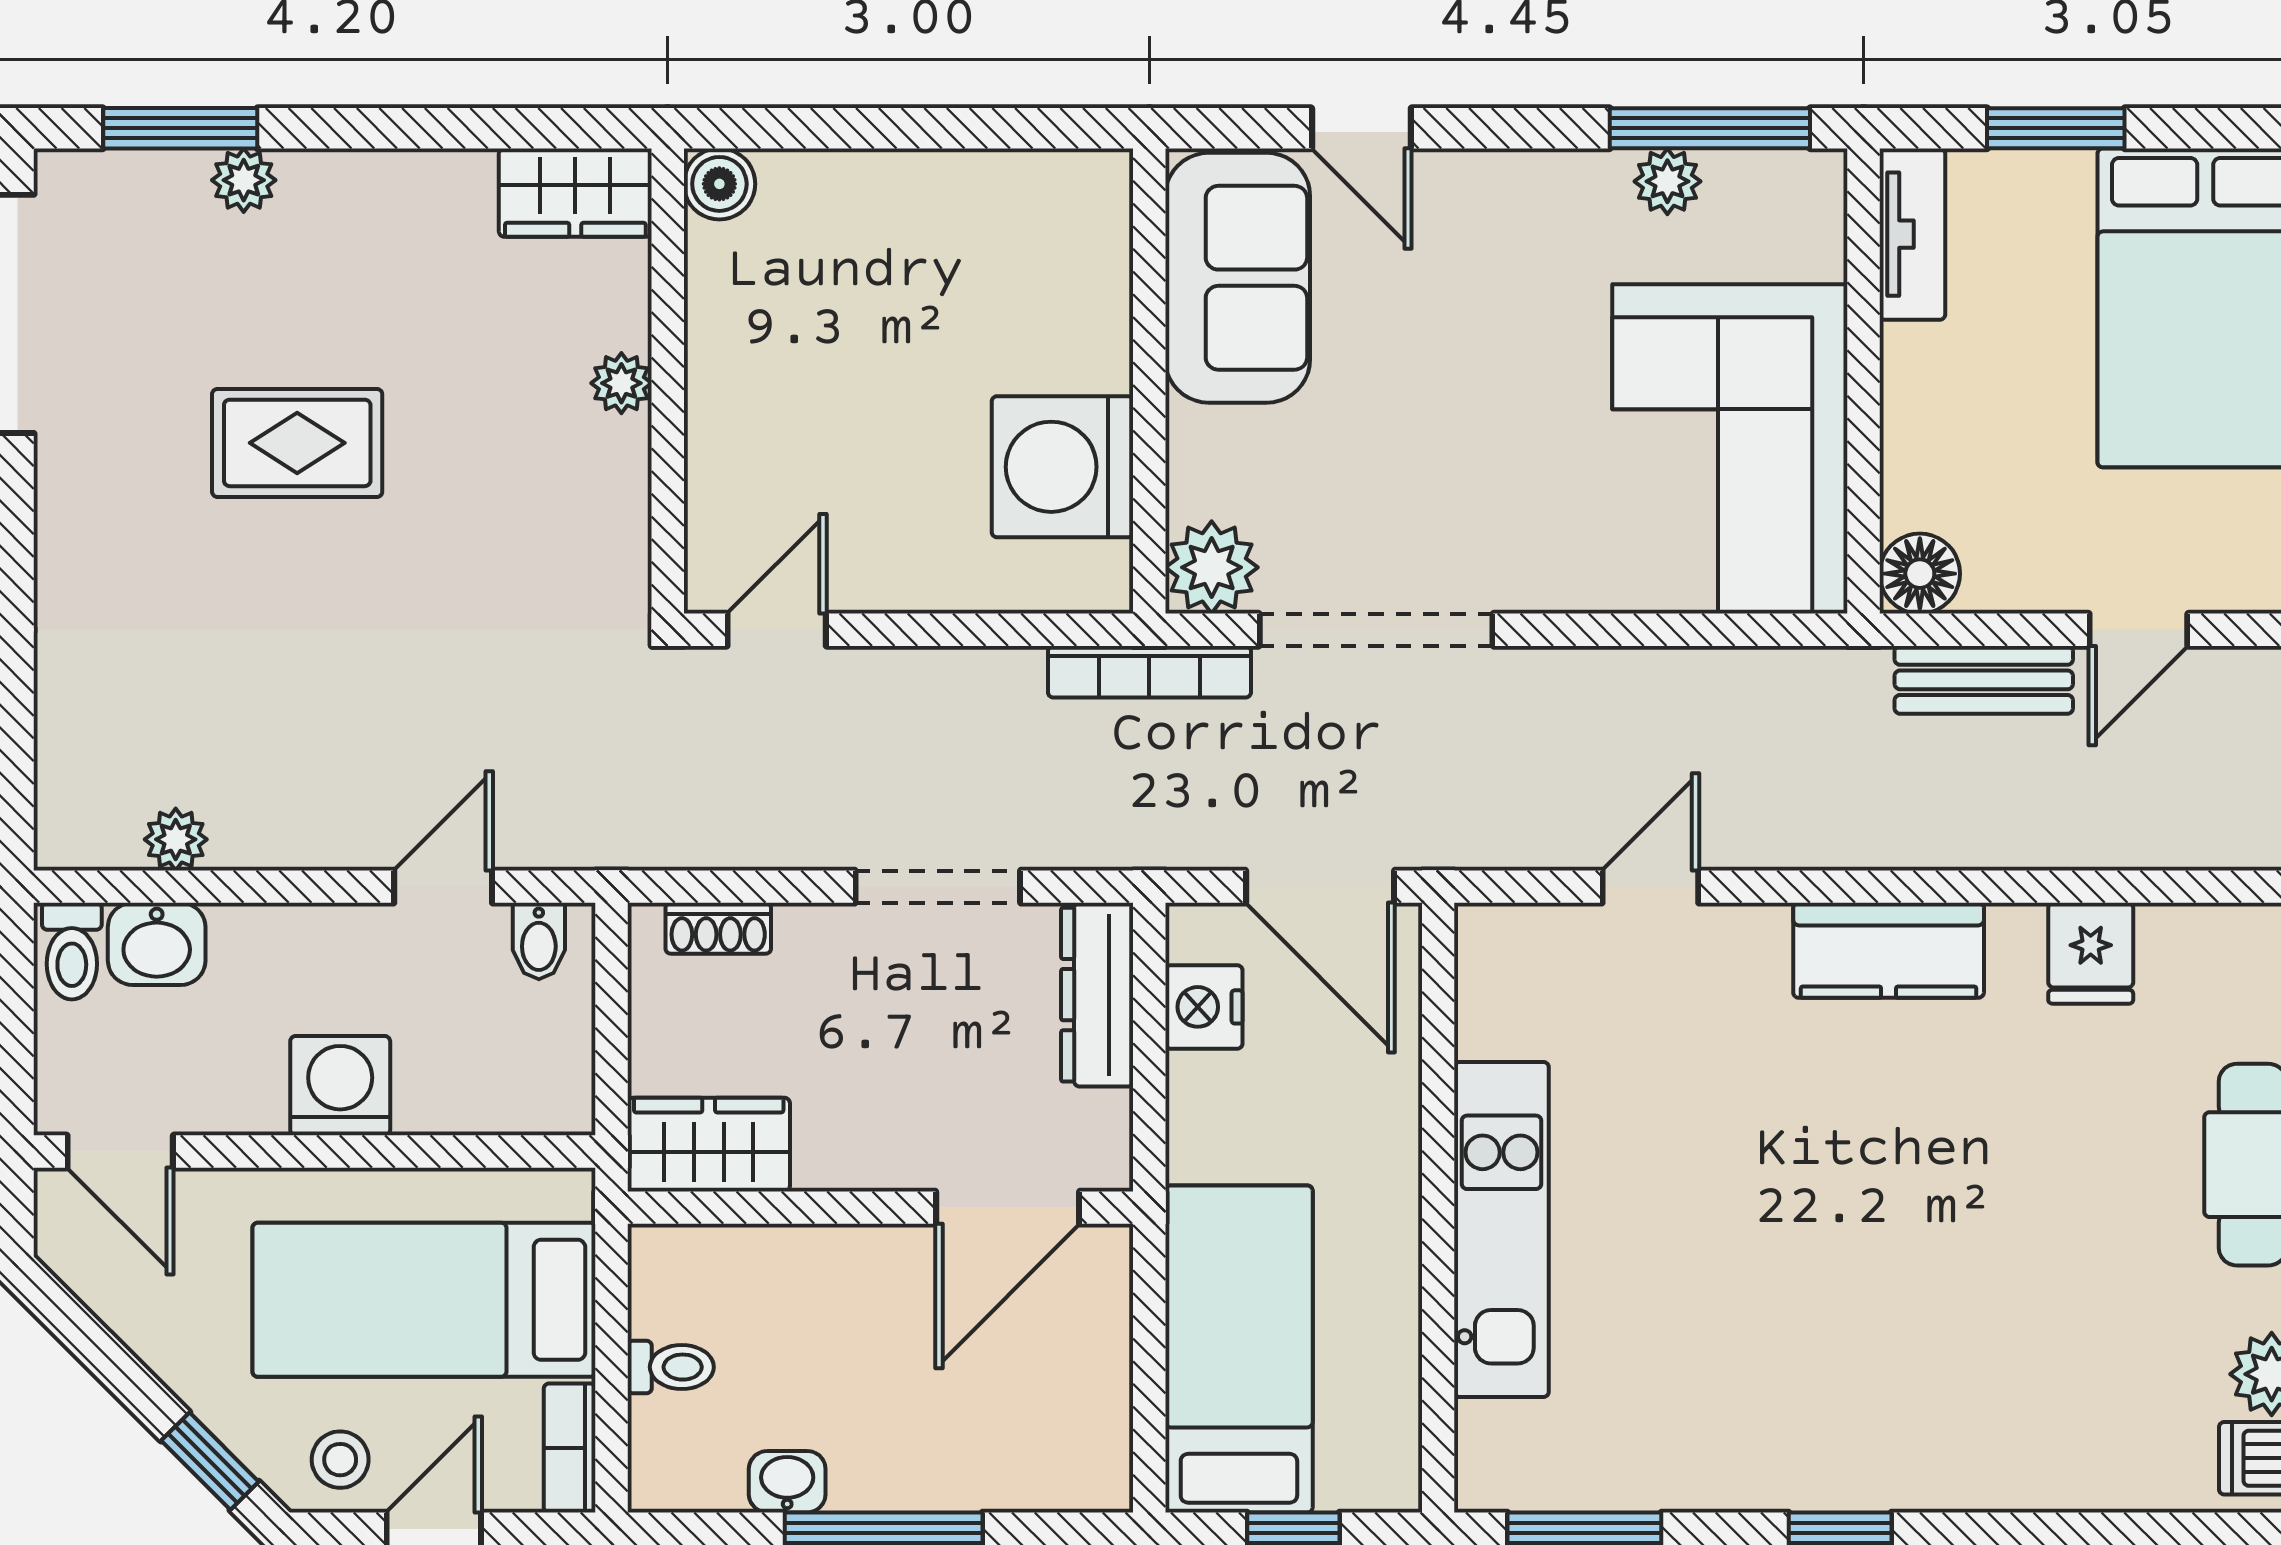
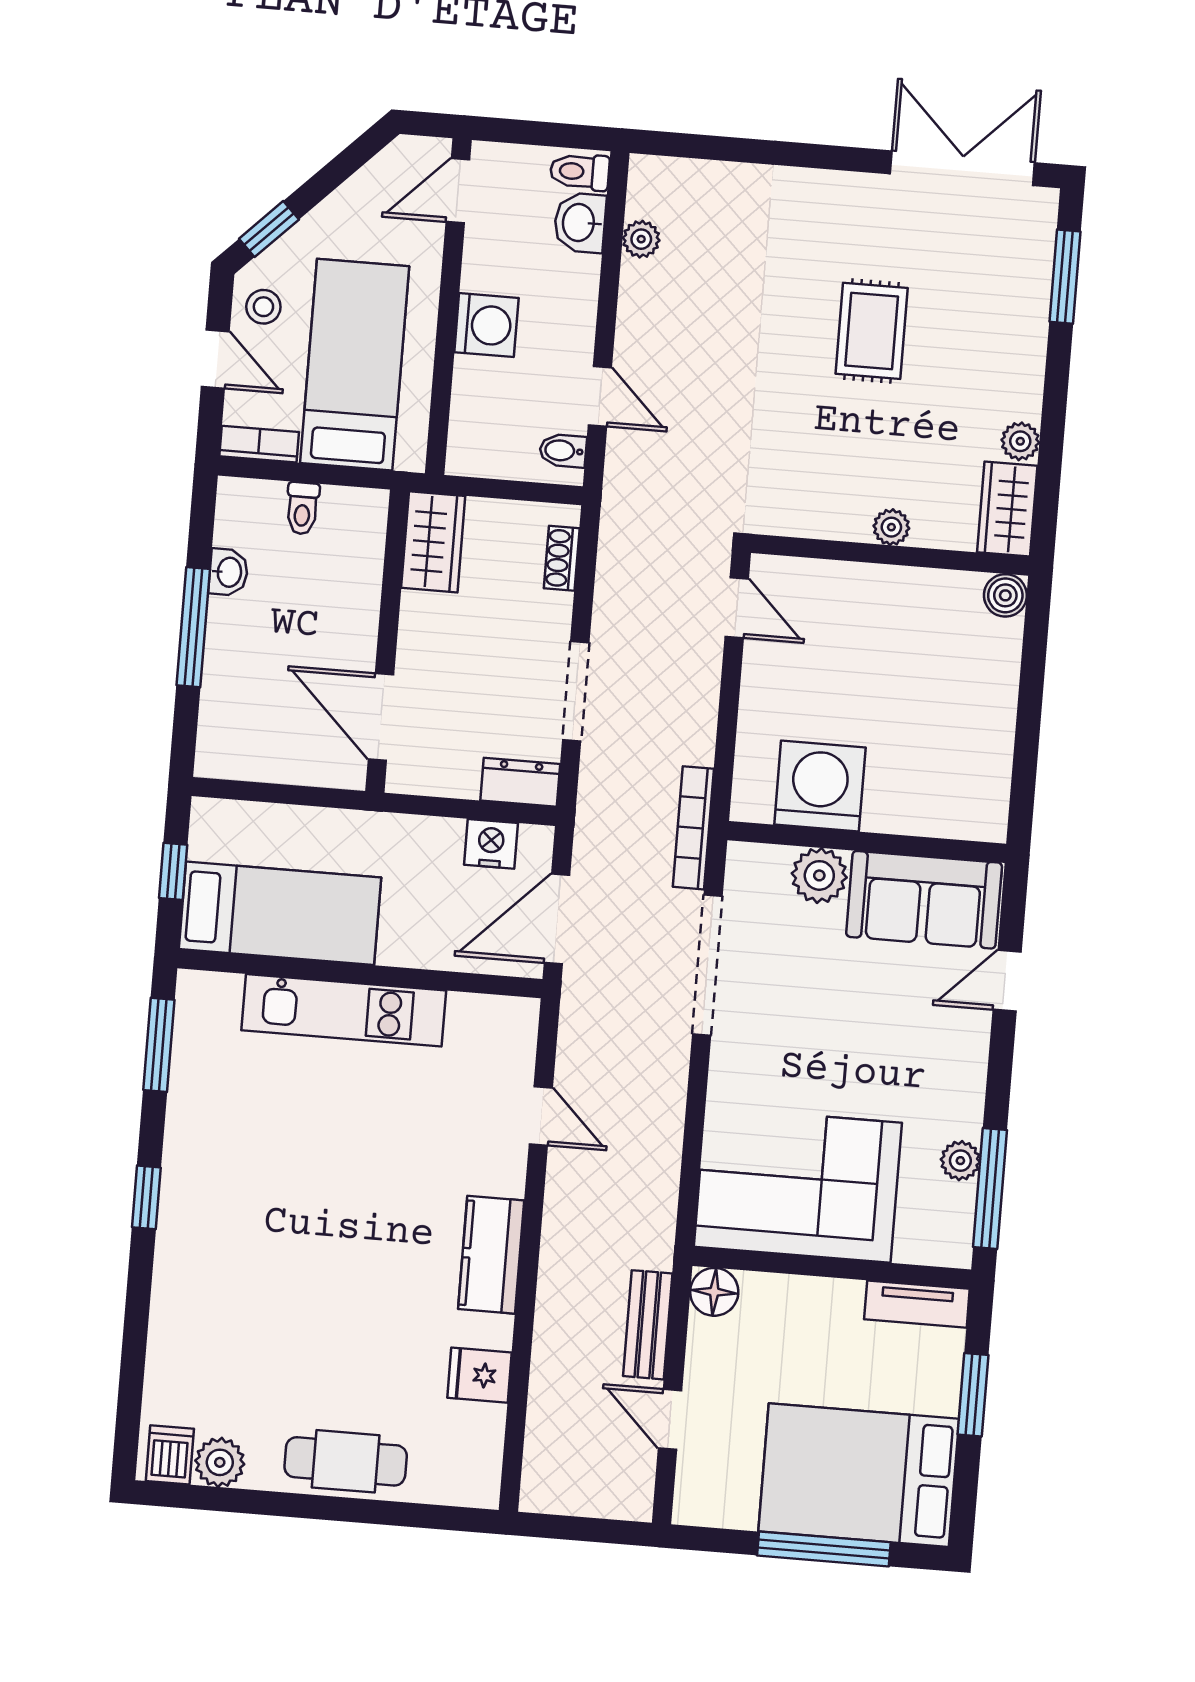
plant: (244, 180) -> (1020, 441), moved
plant: (1212, 567) -> (819, 875), moved
dresser: (1097, 995) -> (520, 782), width x0.70
bed: (1239, 1349) -> (280, 913), moved

